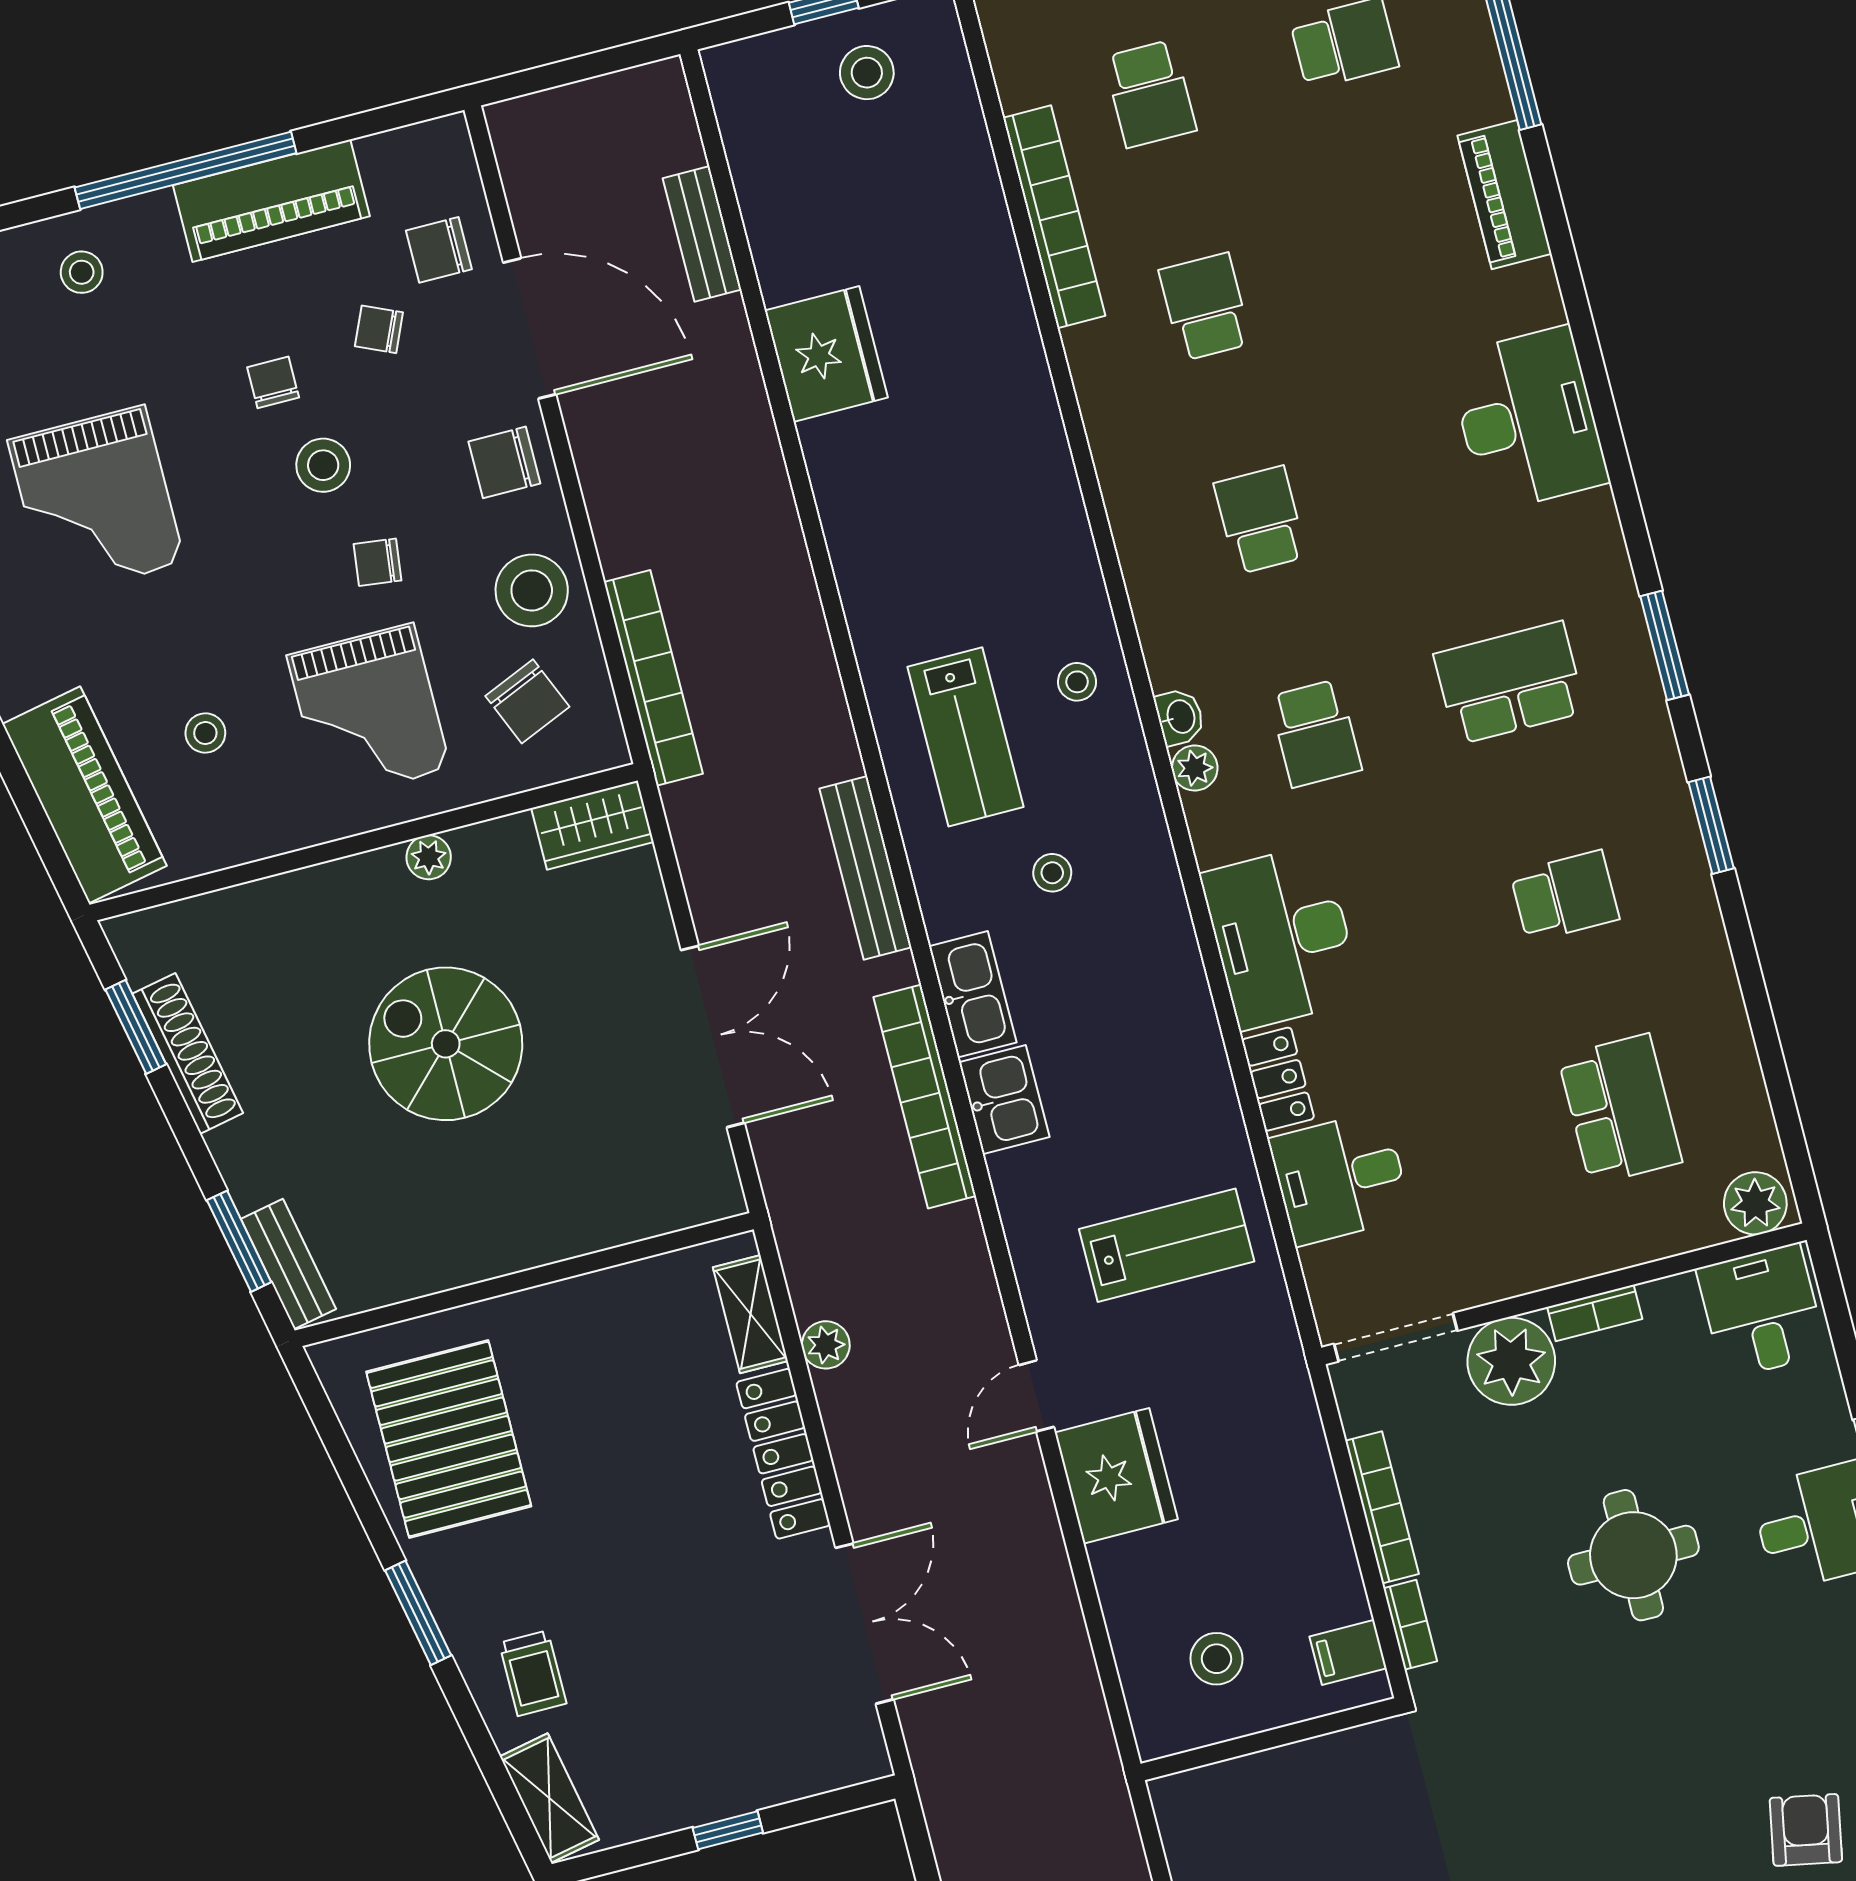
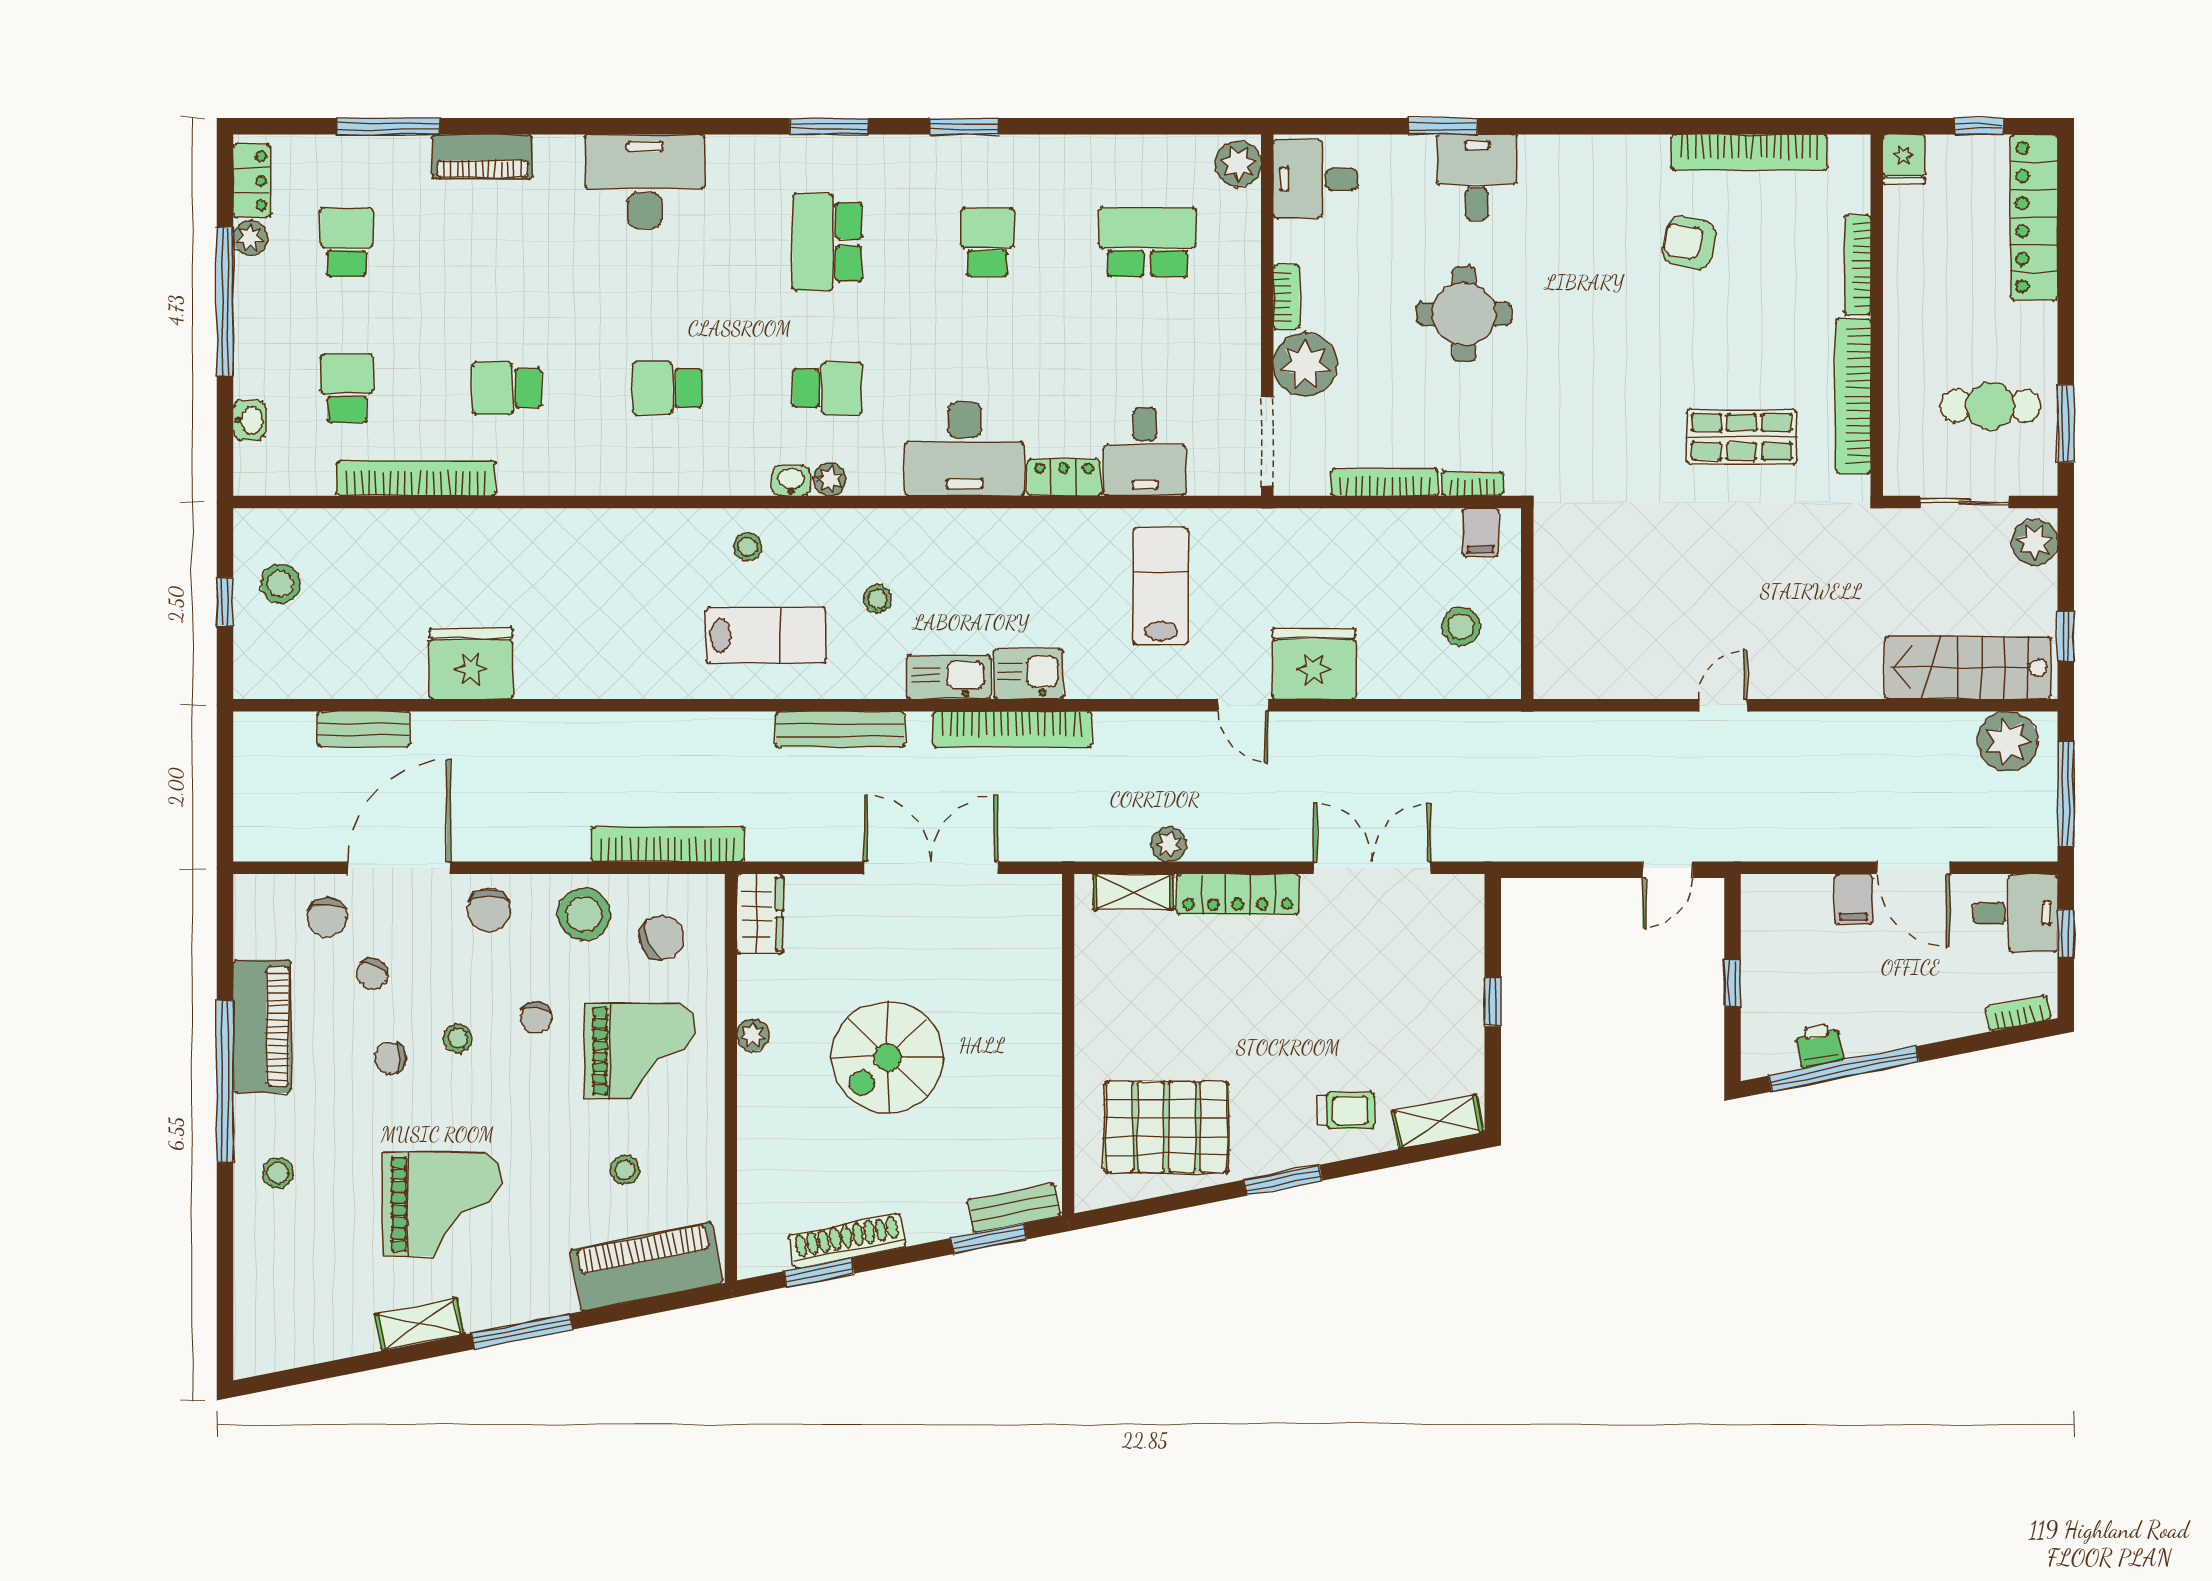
school desk: (1150, 94) -> (347, 388), turned -90
stool: (323, 465) -> (458, 1038), width x0.73, depth x0.73

